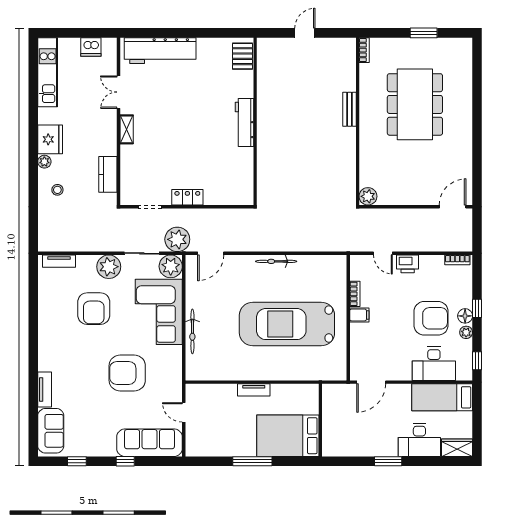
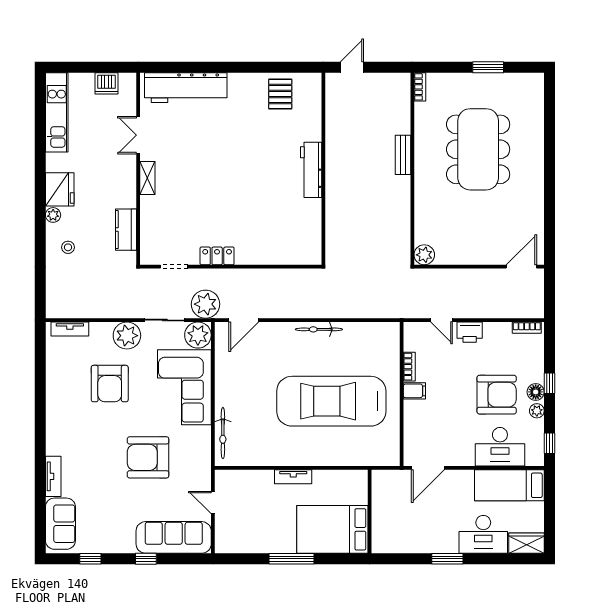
wall: (255, 121) -> (323, 169), moved
workbench: (245, 122) -> (311, 170), moved
bicycle: (192, 331) -> (223, 433), moved

